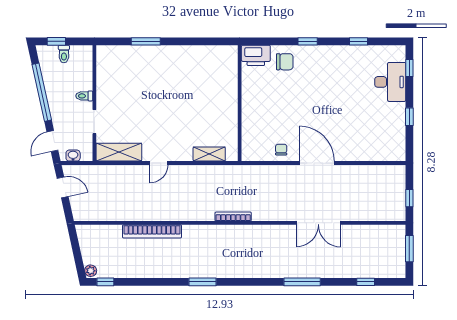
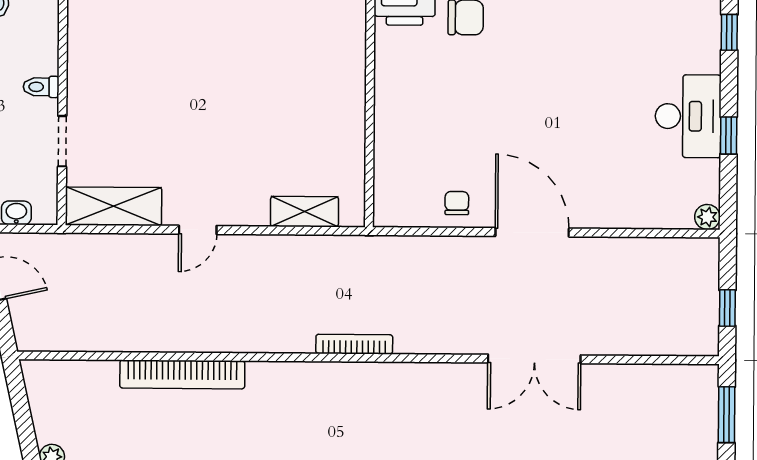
desk: (390, 82) -> (688, 116), moved
plant: (400, 155) -> (707, 217), added

